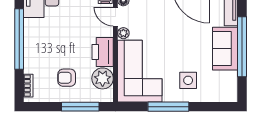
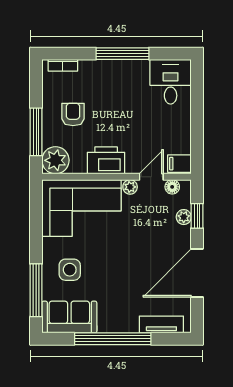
window: (19, 39) -> (122, 54), width x0.68
sofa: (225, 49) -> (69, 317), moved
plant: (103, 78) -> (55, 160), moved
window: (168, 107) -> (36, 290), moved

